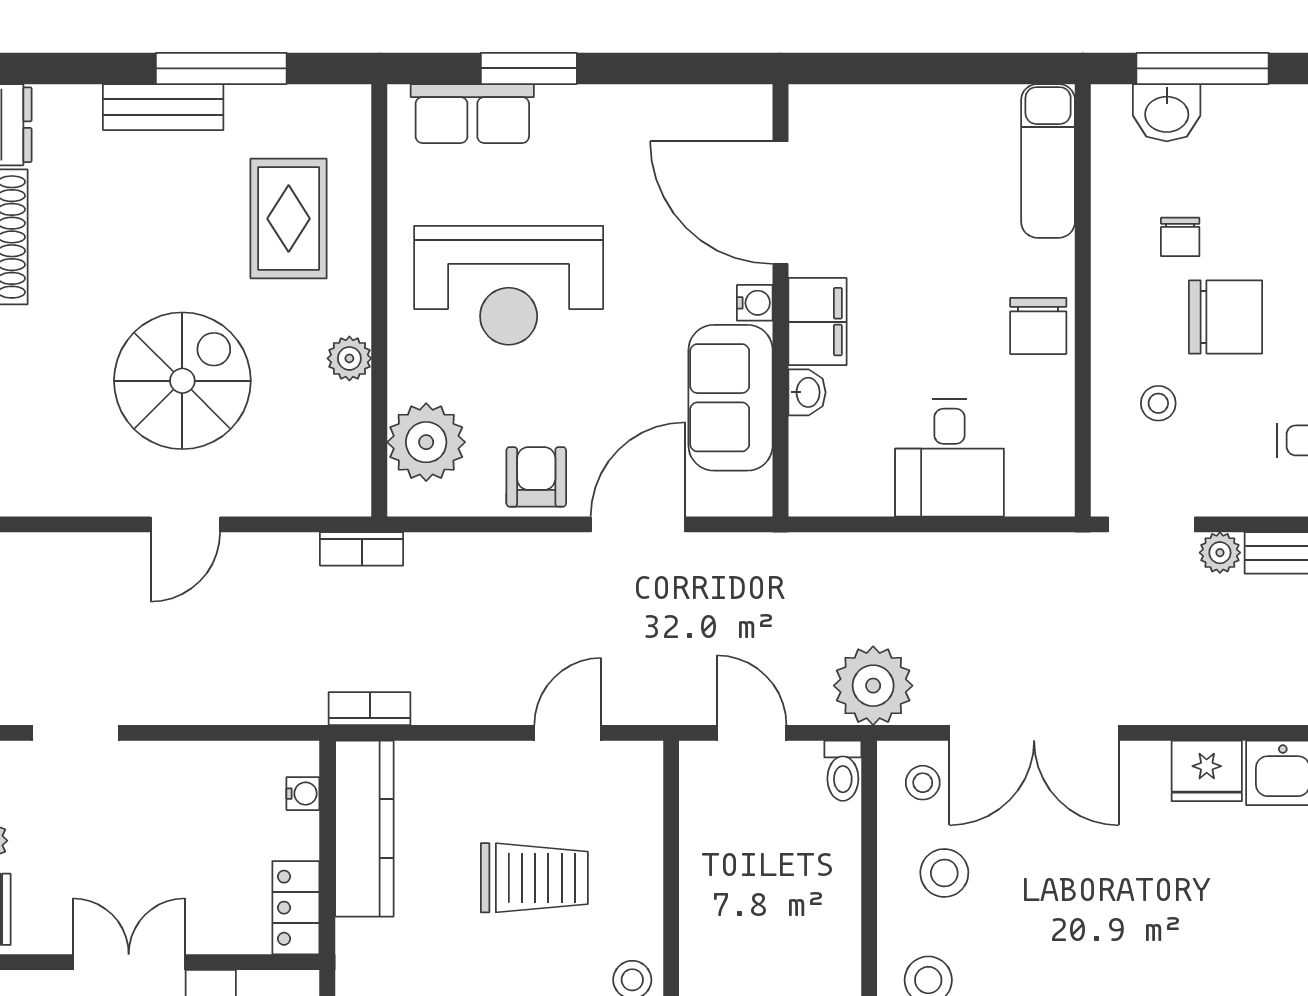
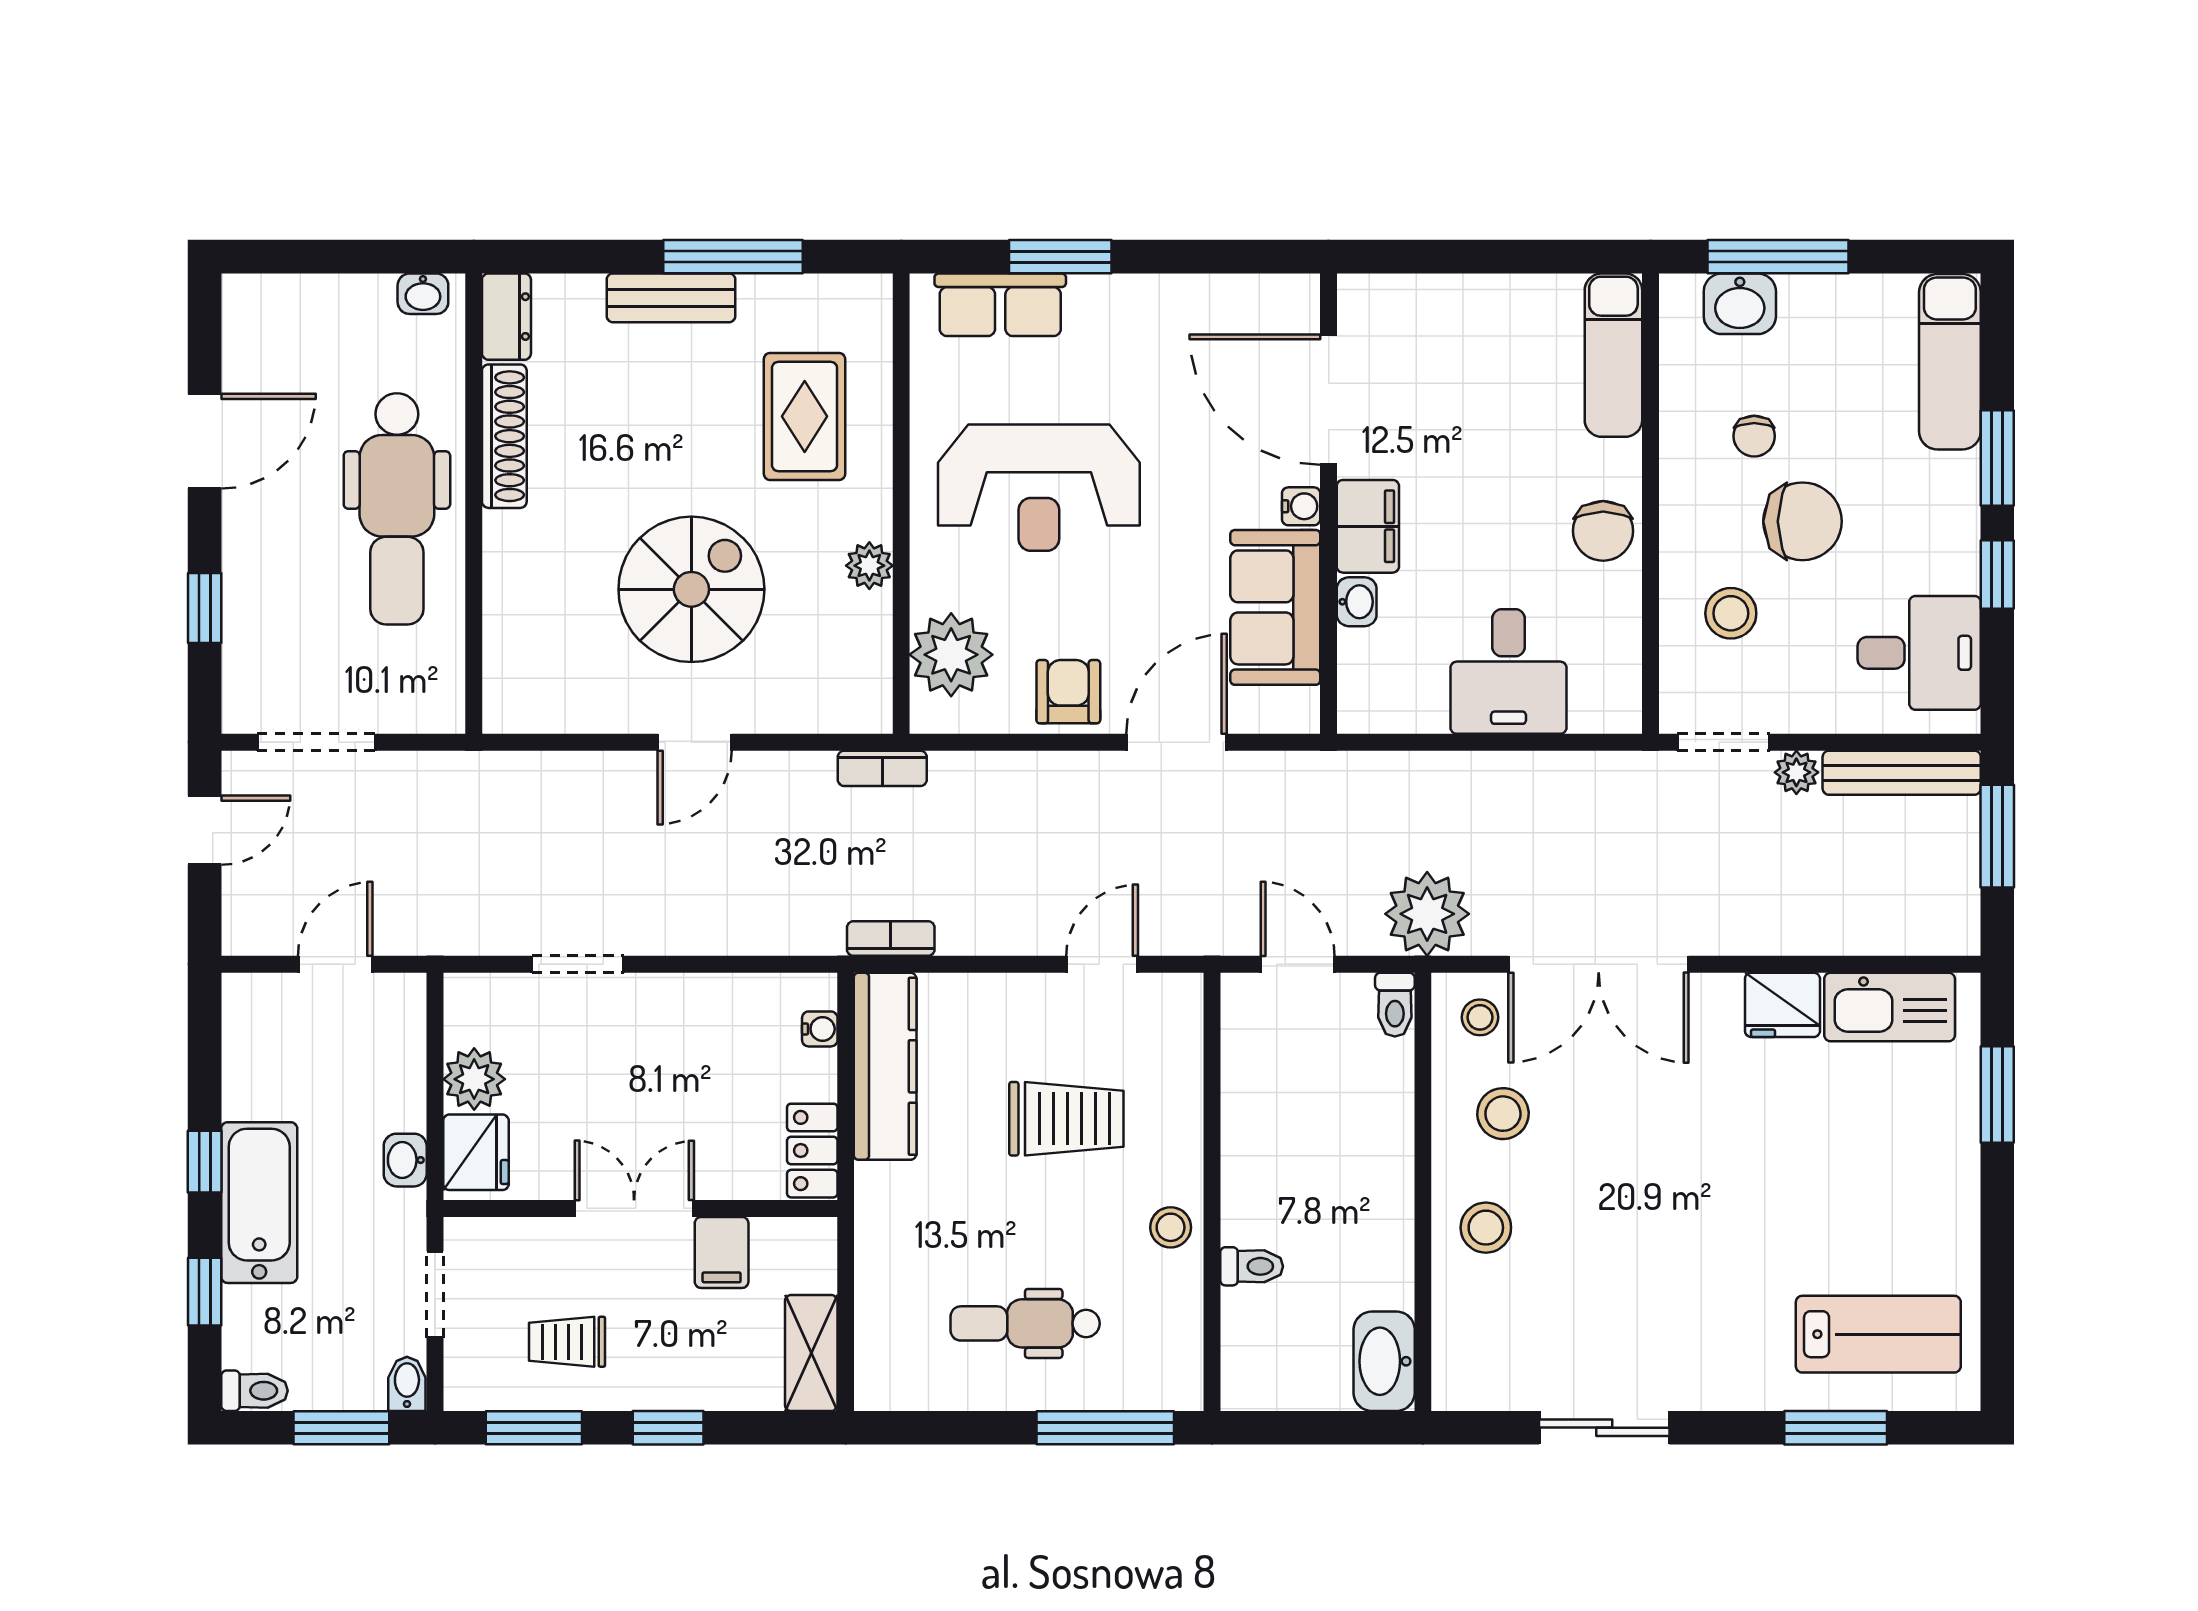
stool: (1158, 403) -> (1731, 613), width x1.37, depth x1.37

